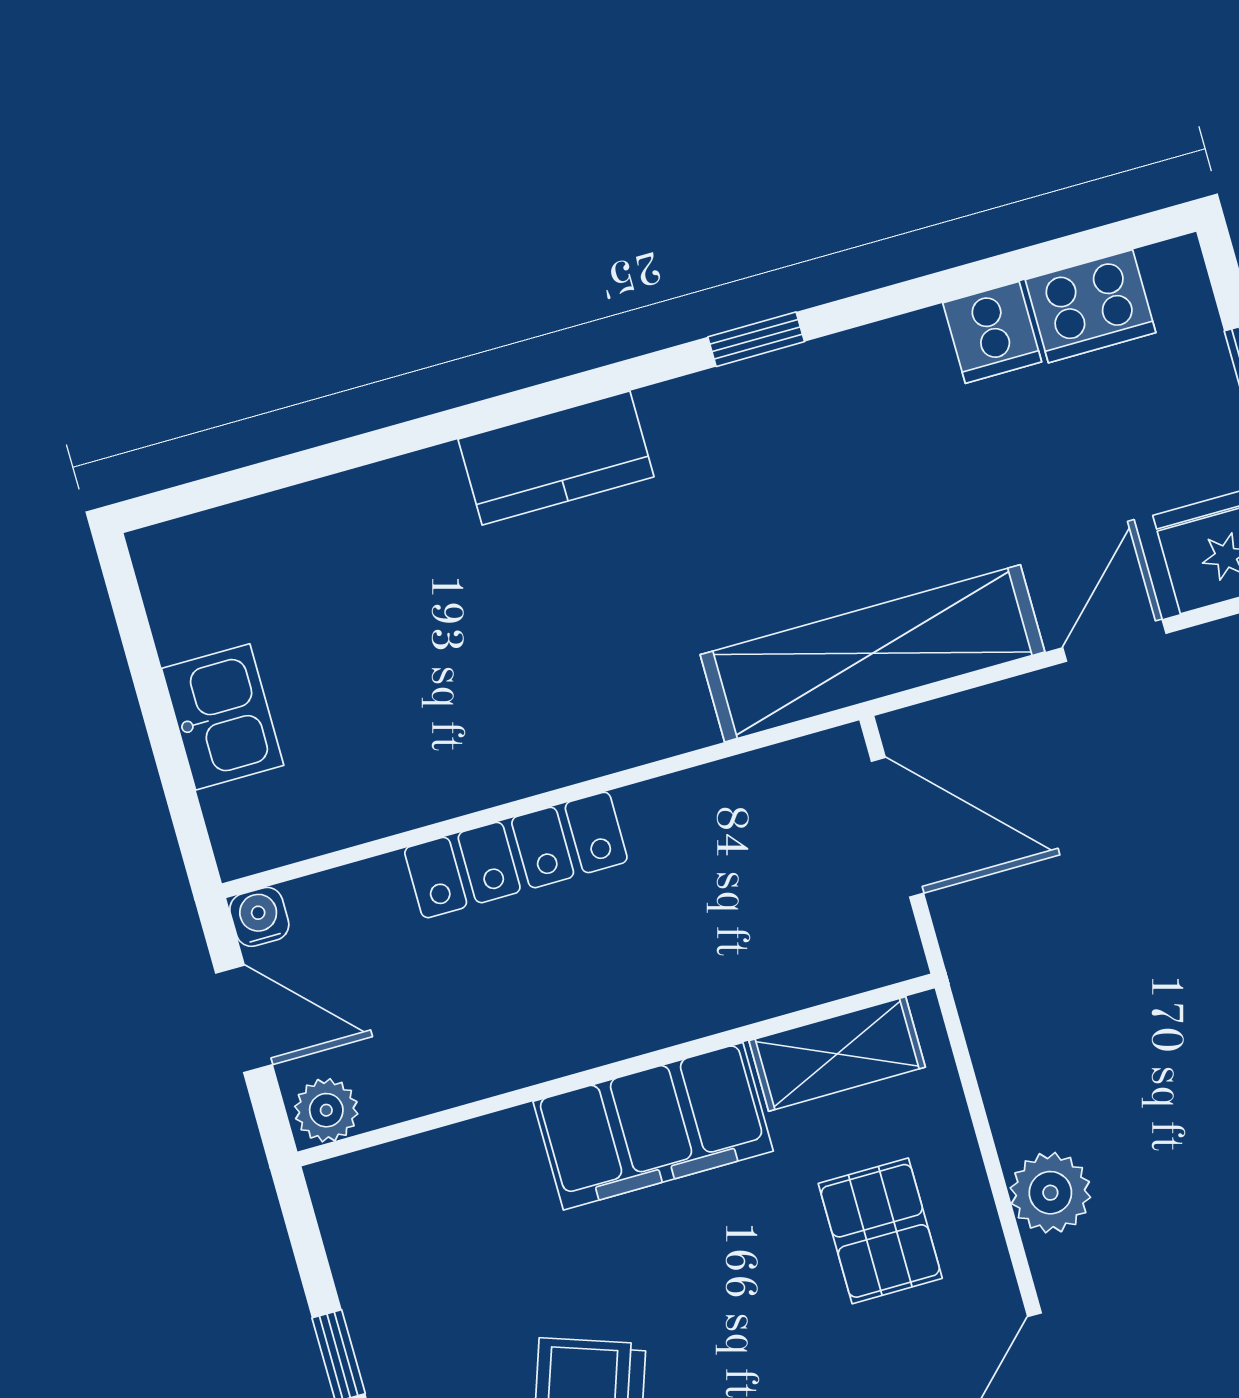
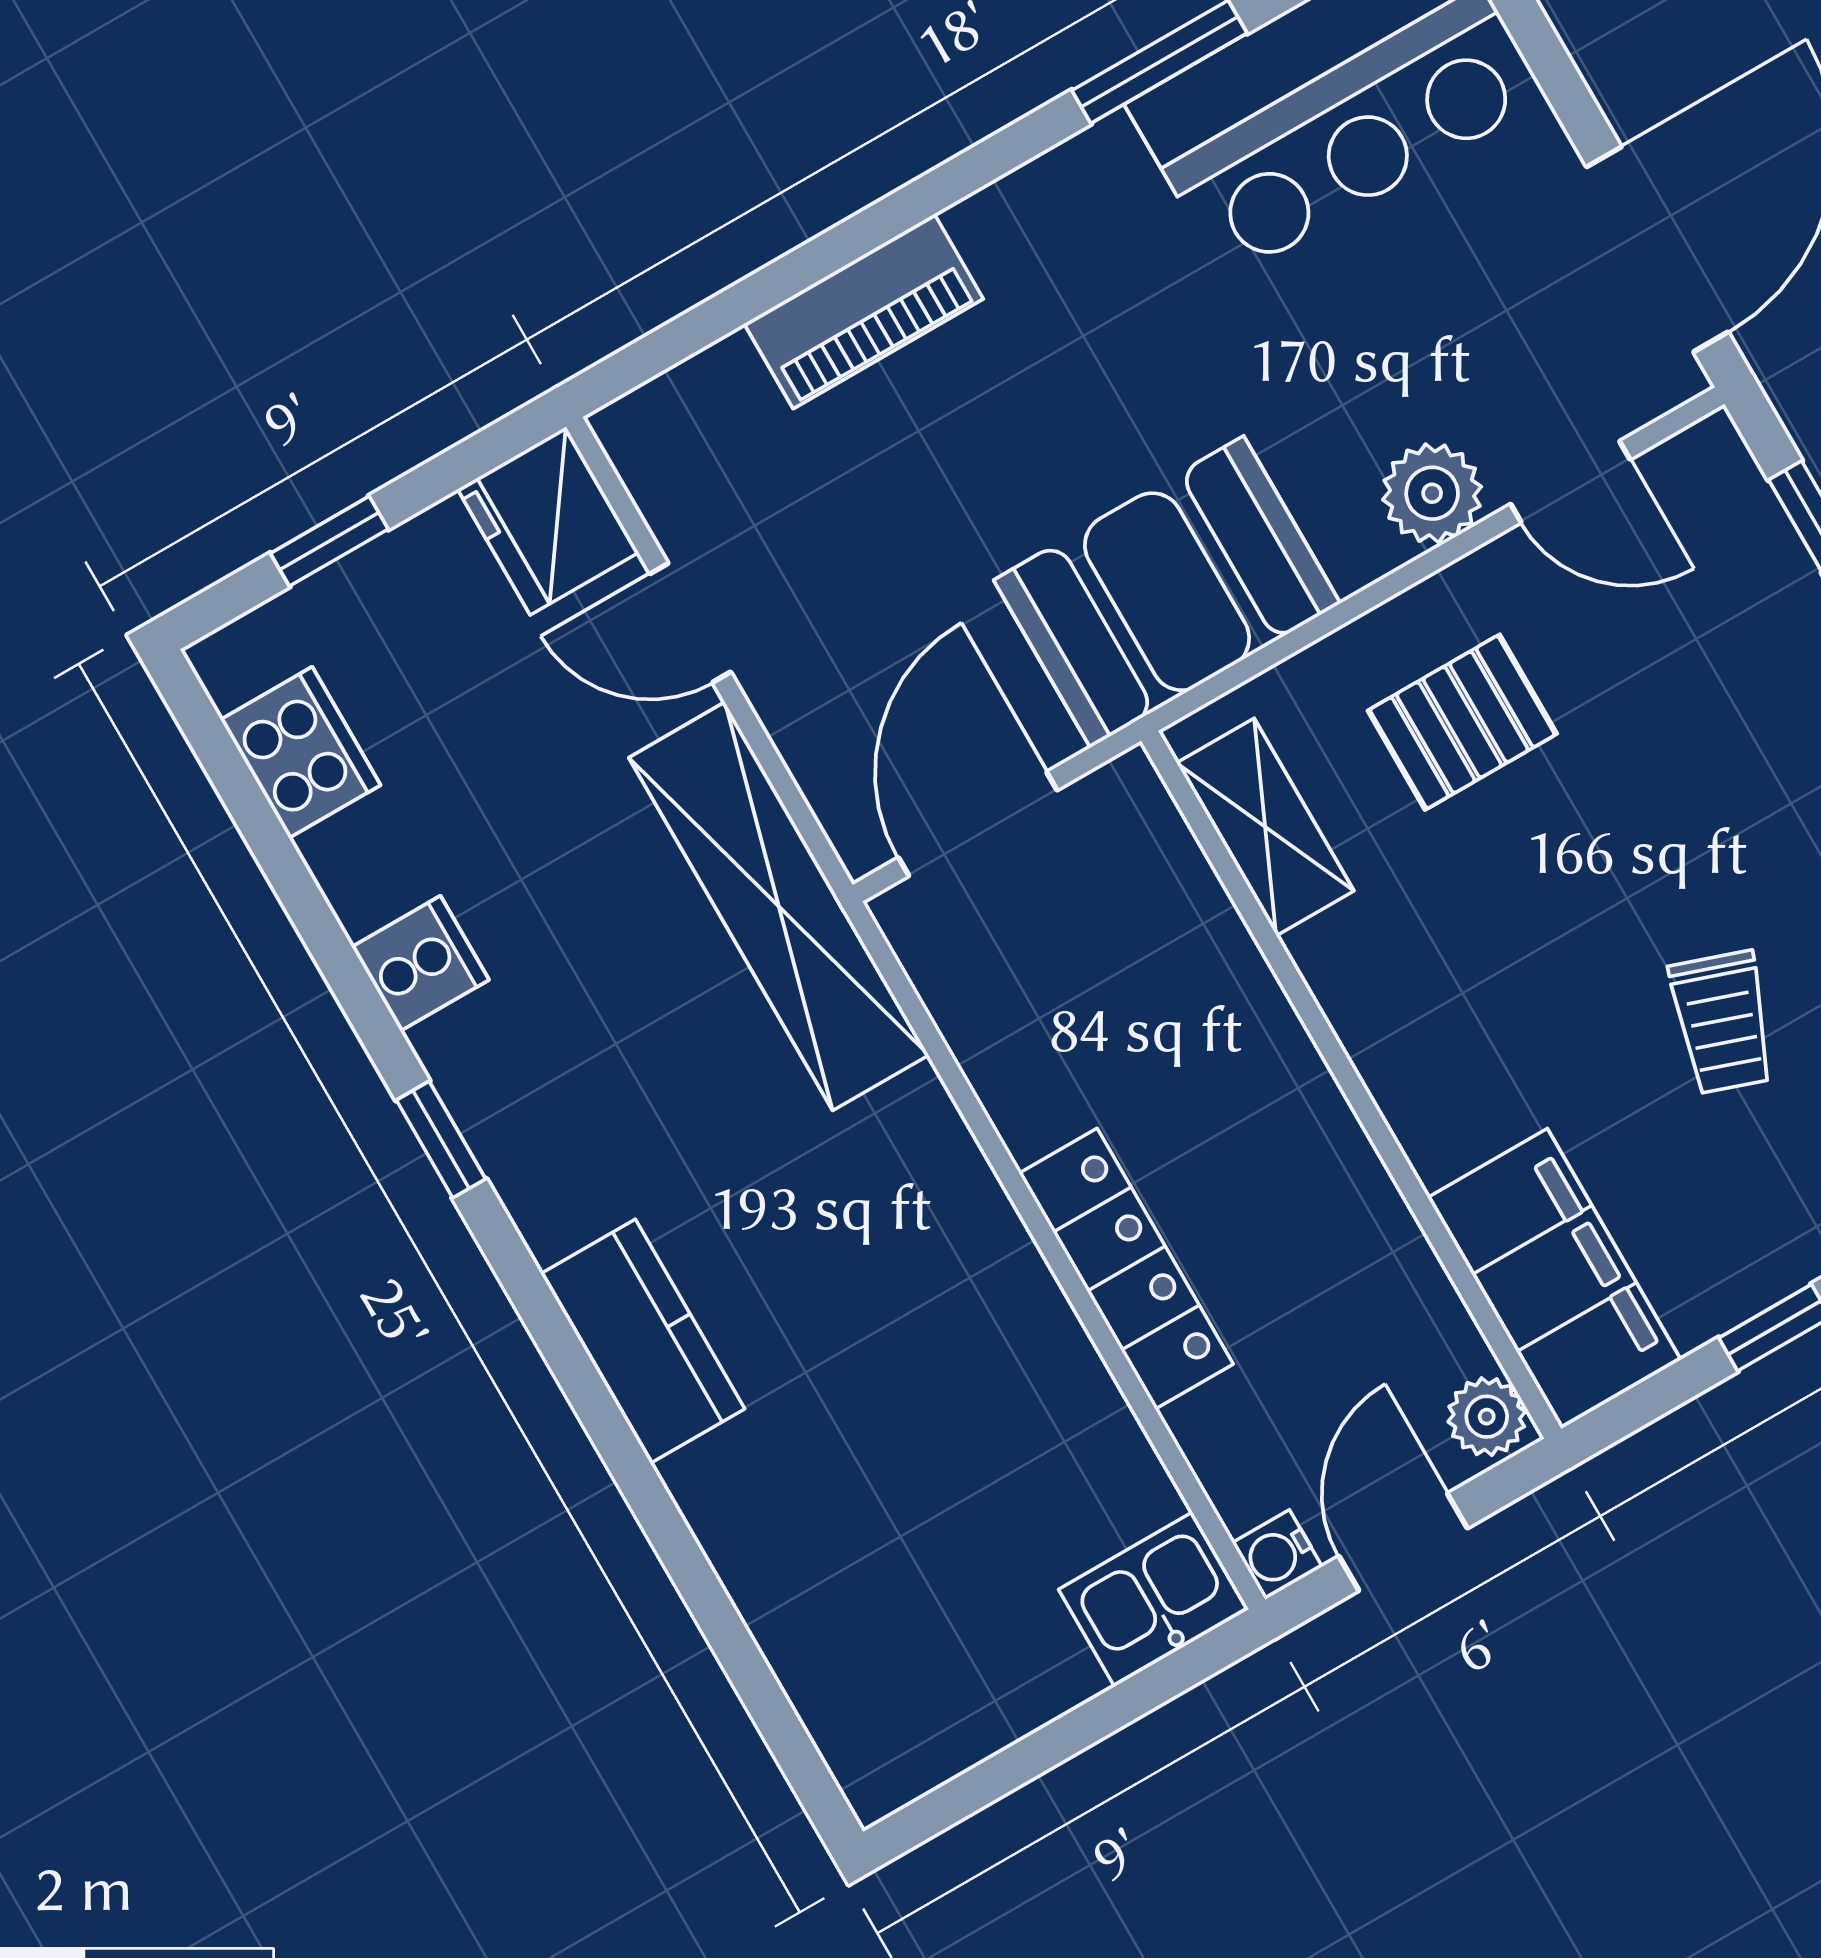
cooker: (992, 332) -> (420, 963), moved
kitchen sink: (223, 717) -> (1154, 1599), moved
booth: (1043, 1024) -> (1167, 592), added
filing cabinet: (653, 1126) -> (1554, 1279), moved
plant: (1050, 1193) -> (1432, 493), moved

